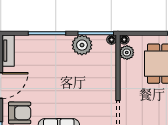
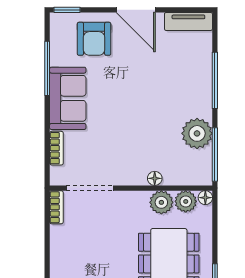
floor lamp: (112, 40) -> (155, 178), moved
plant: (127, 69) -> (161, 202), added

